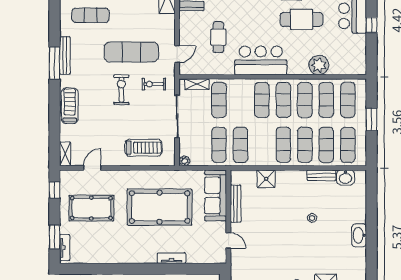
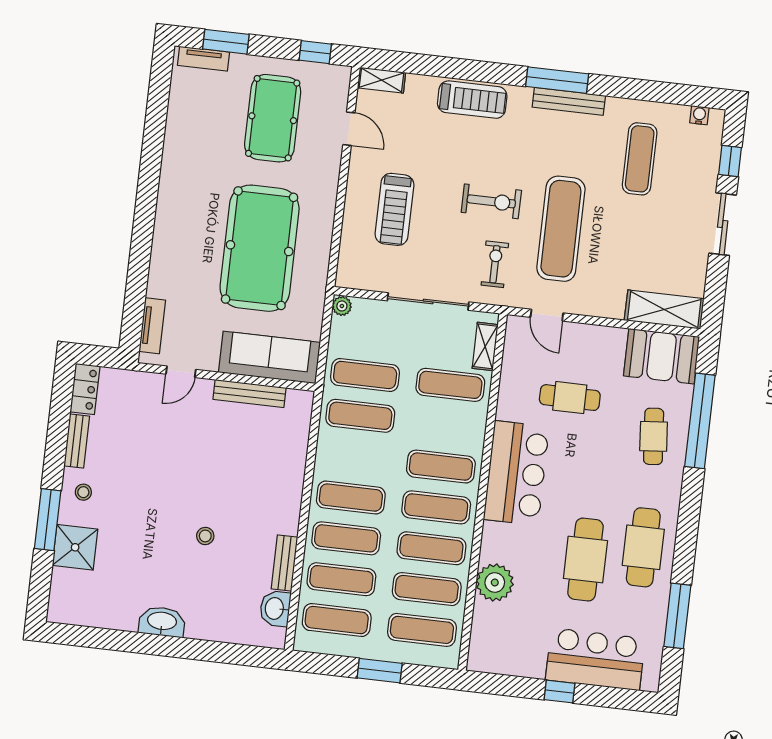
treadmill: (143, 148) -> (394, 209), moved
shower: (266, 179) -> (290, 457), removed
tv unit: (171, 258) -> (152, 326), moved

